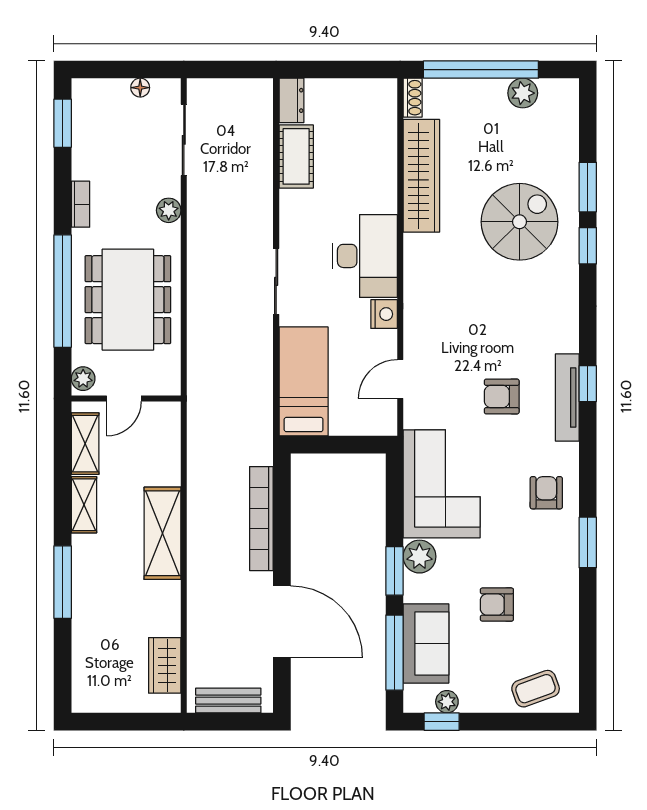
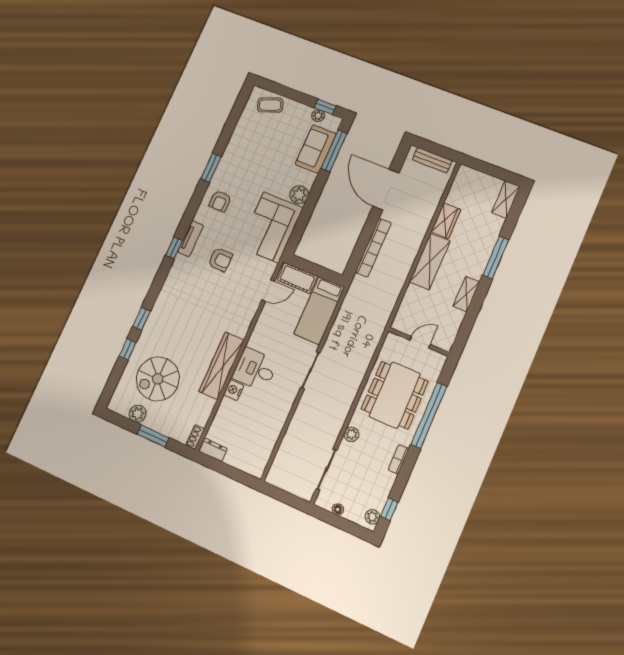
window: (481, 70) -> (153, 436), width x0.47
dresser: (291, 100) -> (213, 450), moved, turned 90
window: (63, 123) -> (389, 509), width x0.67
cot: (296, 156) -> (297, 278), moved, turned 90
wardrobe: (421, 176) -> (222, 366), moved
window: (588, 187) -> (128, 349), width x0.67
spiral stairs: (520, 222) -> (158, 379), moved
desk: (365, 256) -> (255, 369), width x0.73
nightstand: (384, 314) -> (234, 390), moved
plant: (83, 379) -> (372, 517), moved
tv unit: (567, 397) -> (190, 239), width x0.71
shelving: (85, 444) -> (506, 199), moved
window: (394, 571) -> (315, 192), removed
armchair: (497, 605) -> (271, 155), removed
wardrobe: (165, 665) -> (446, 221), moved

